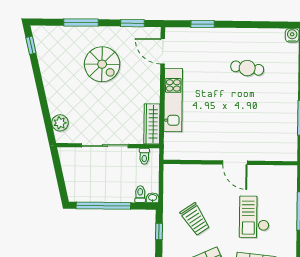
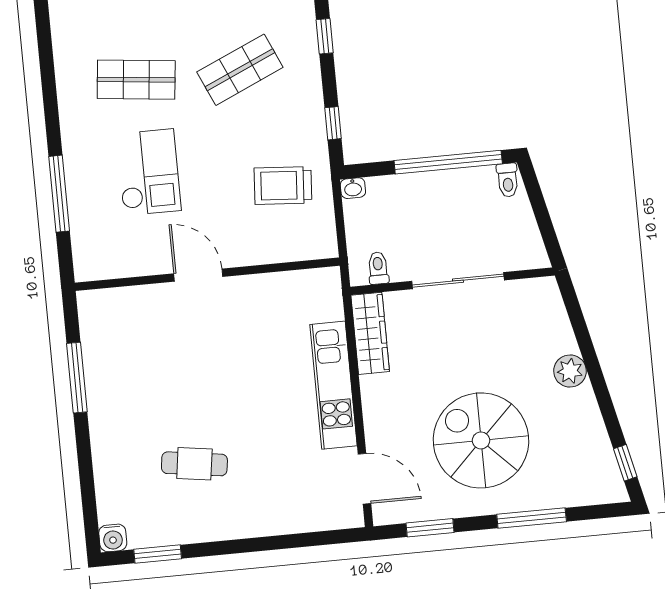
window: (203, 24) -> (158, 554), moved
spiral stairs: (102, 64) -> (481, 440), width x1.37, depth x1.37
plant: (60, 123) -> (570, 371), moved
toilet: (140, 194) -> (508, 180), moved
trolley: (195, 219) -> (283, 186), moved, turned -52

